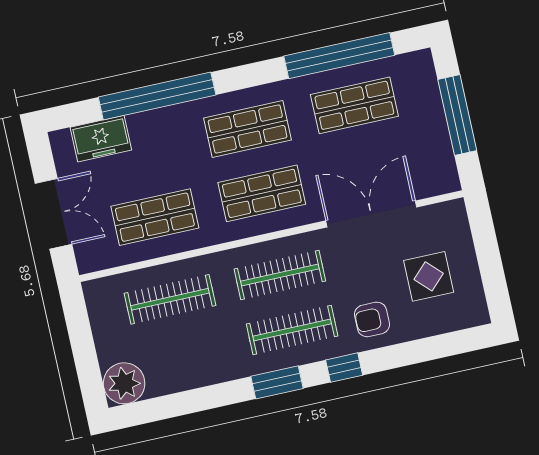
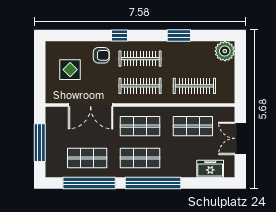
window: (157, 96) -> (153, 183), moved
window: (277, 382) -> (179, 36), moved

